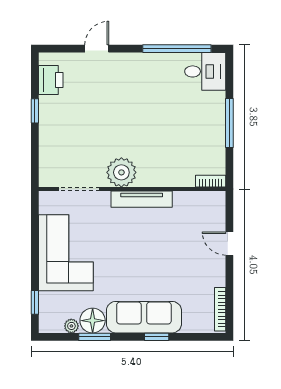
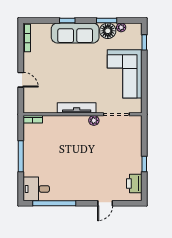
plant: (121, 172) -> (94, 120), width x0.53, depth x0.53

